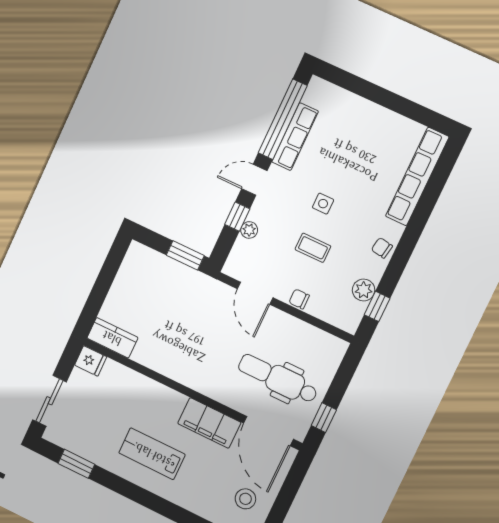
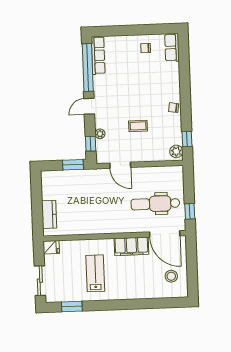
row of seats: (295, 137) -> (98, 55), moved
row of seats: (417, 177) -> (172, 47), width x0.50
side table: (323, 204) -> (131, 100), removed
window: (237, 217) -> (91, 144), moved
plant: (364, 290) -> (176, 151), moved
chair: (299, 299) -> (146, 48), moved
kitchen counter: (112, 338) -> (49, 214), moved, turned 90
lab bench: (152, 454) -> (95, 273), moved, turned 90

